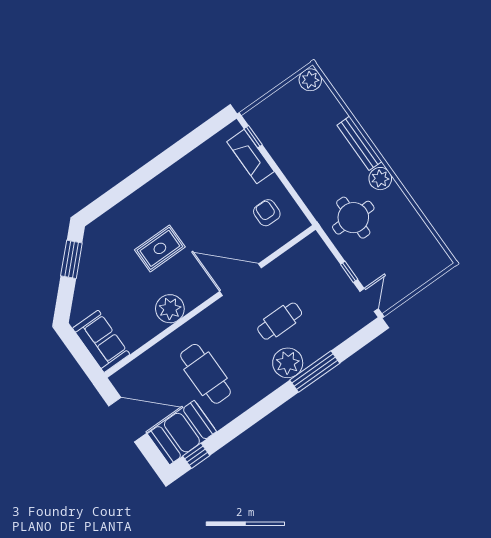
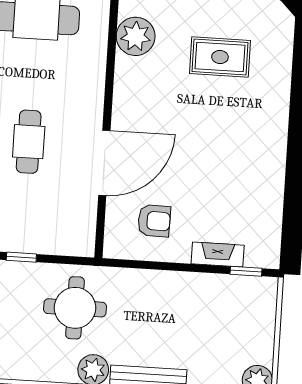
fireplace: (251, 157) -> (218, 254), width x0.73, depth x0.76
rug: (160, 248) -> (220, 57), moved, turned 90
door: (241, 280) -> (104, 163), moved

